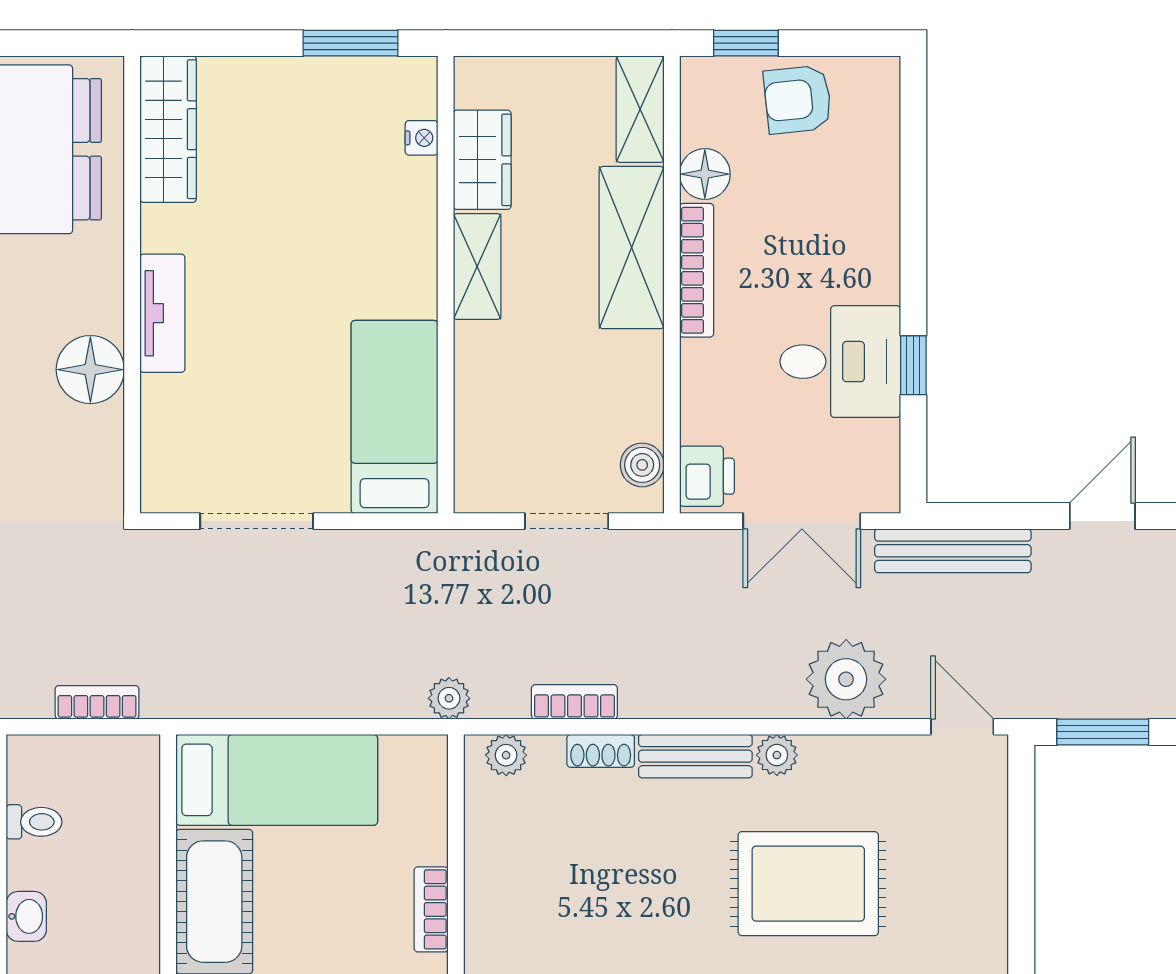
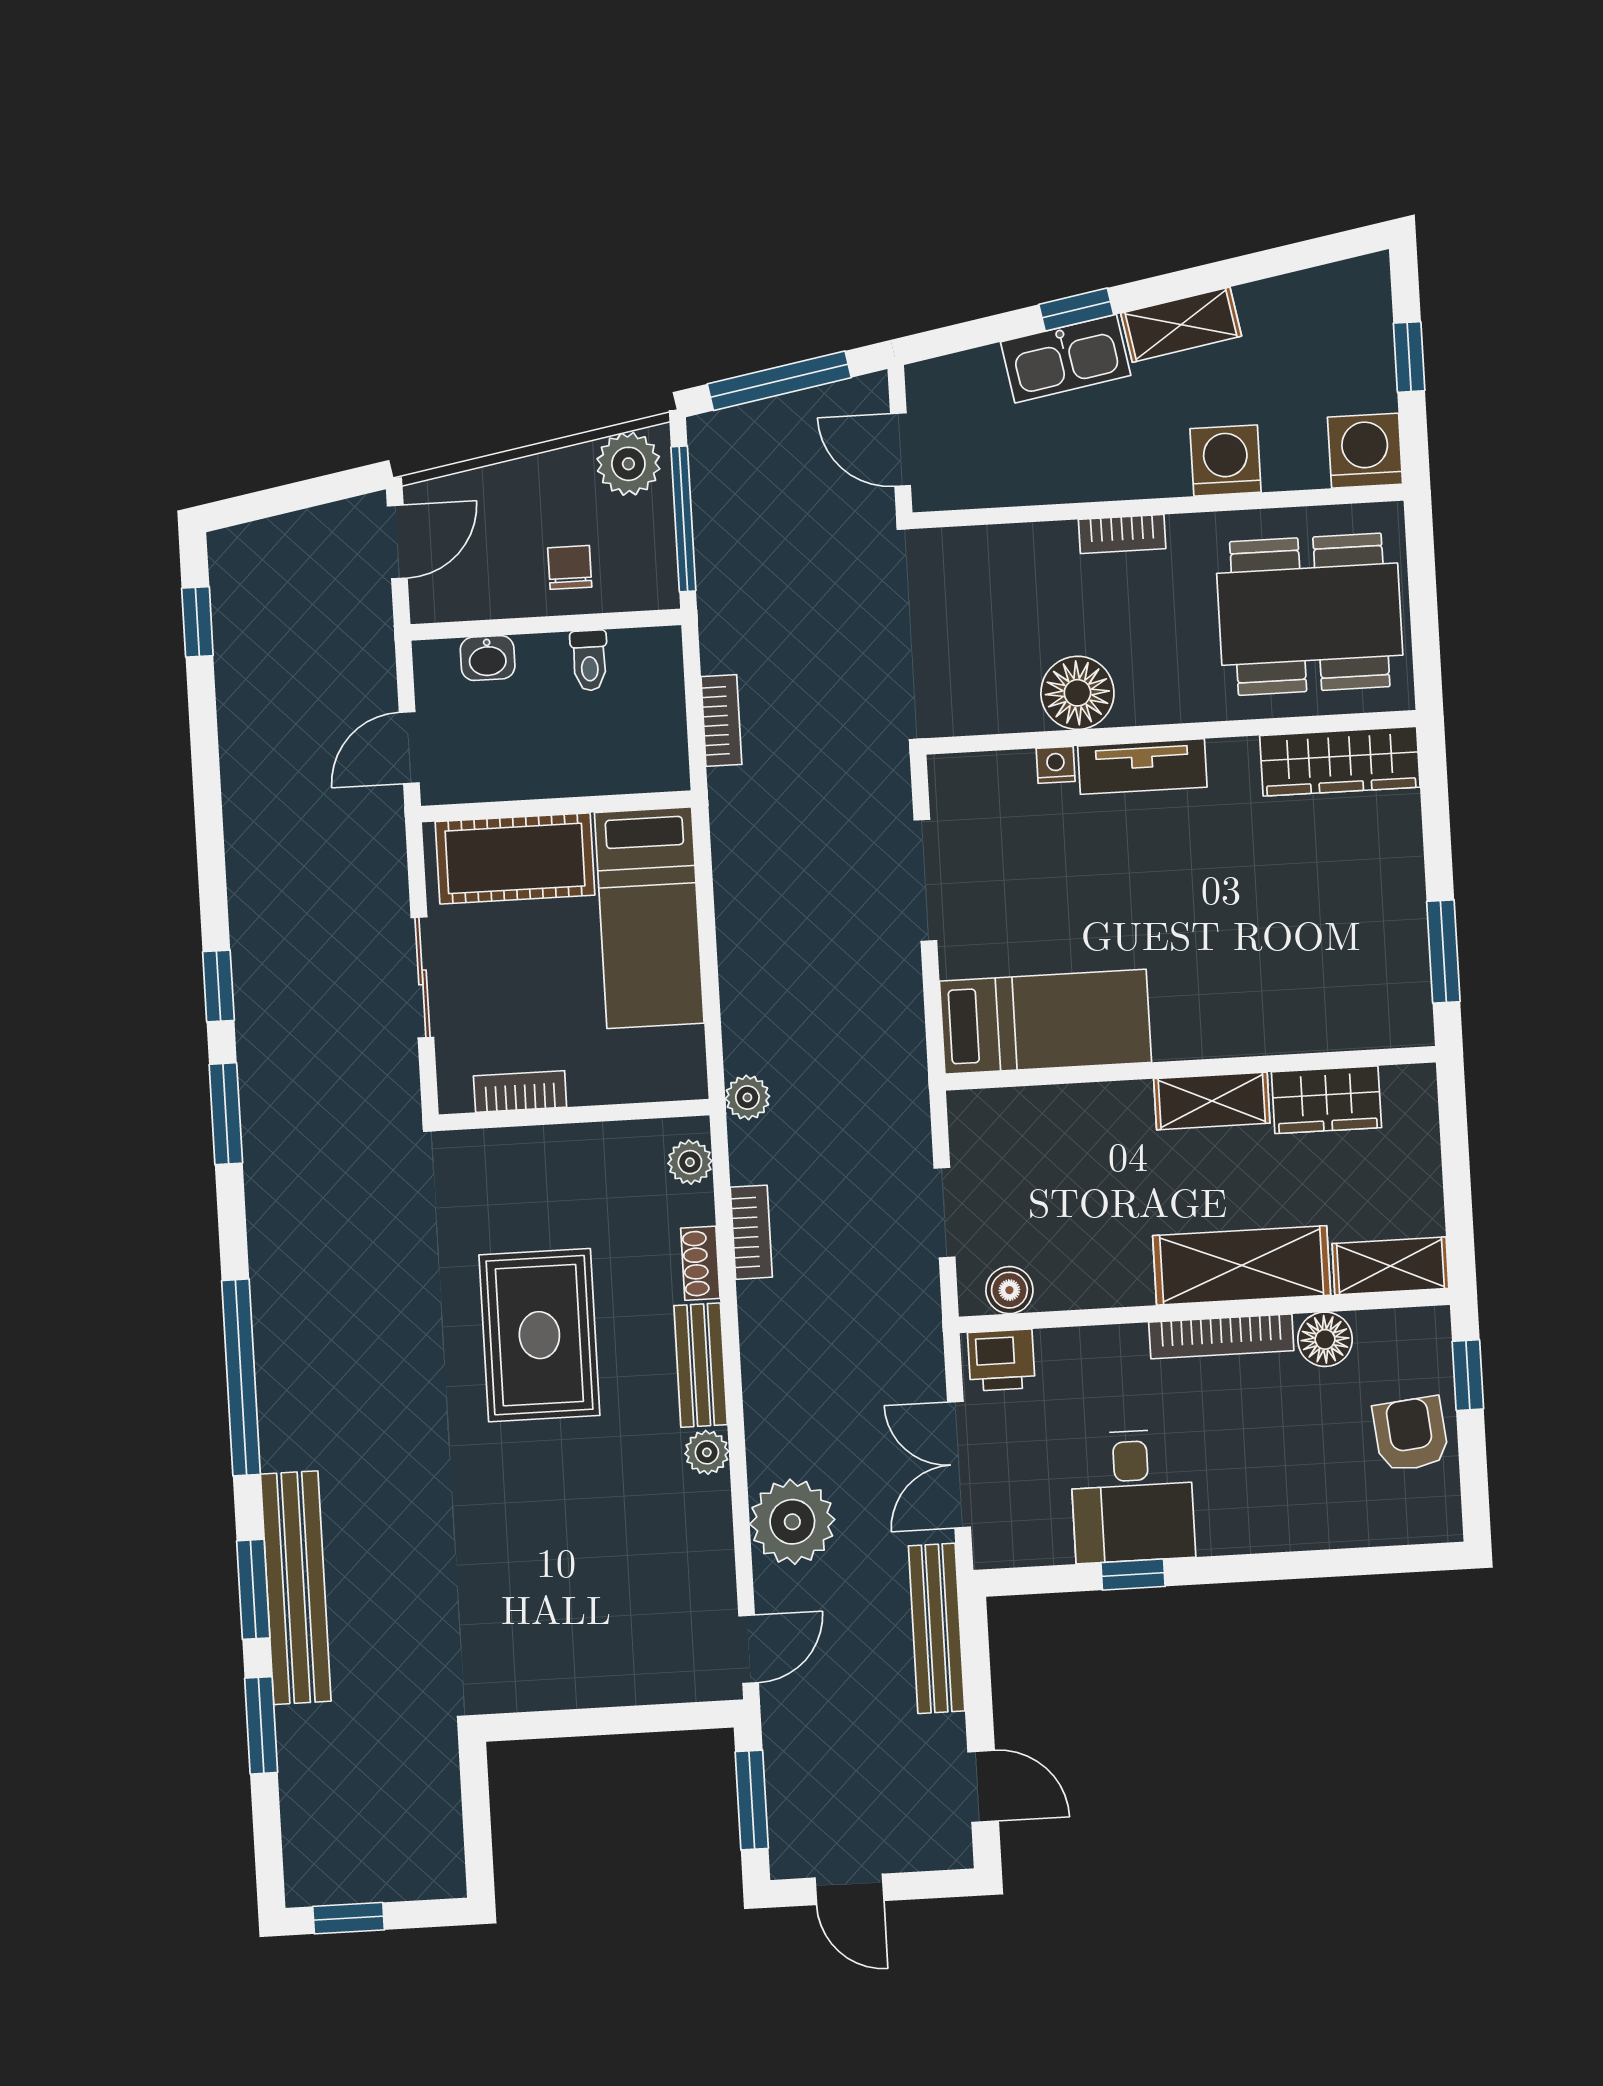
nightstand: (422, 138) -> (1056, 765), moved, turned 180
rug: (808, 884) -> (539, 1335), moved

